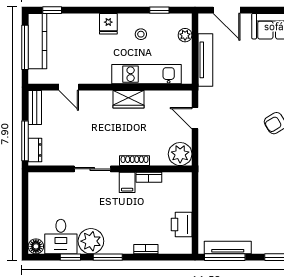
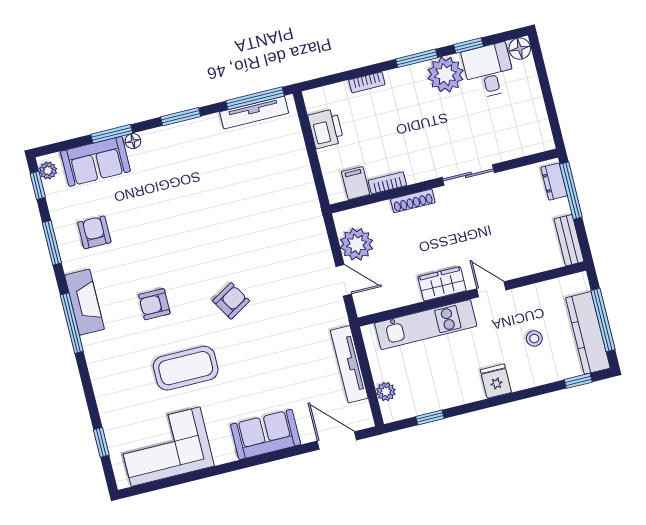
stool: (141, 34) -> (534, 338), moved
door: (69, 87) -> (491, 289), moved
plant: (180, 154) -> (357, 244), moved
filing cabinet: (127, 182) -> (356, 183), moved

